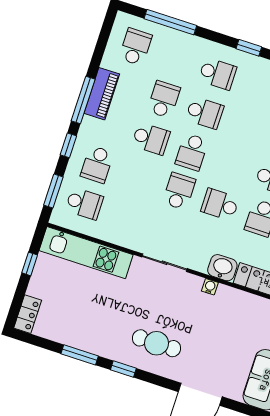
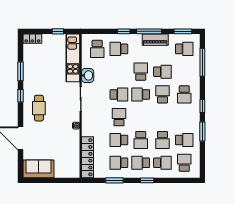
school desk: (205, 113) -> (162, 94), turned 180
school desk: (151, 139) -> (141, 72), turned 180
window: (53, 191) -> (183, 31), moved
washbasin: (222, 268) -> (88, 75), moved

